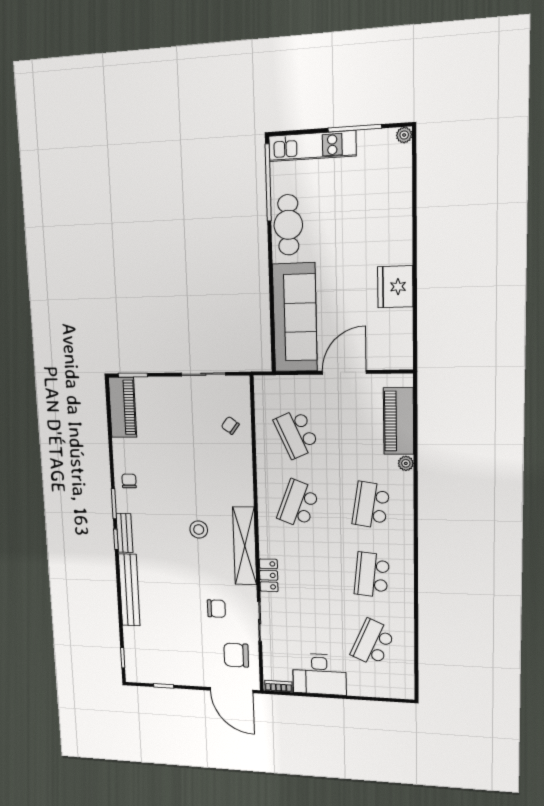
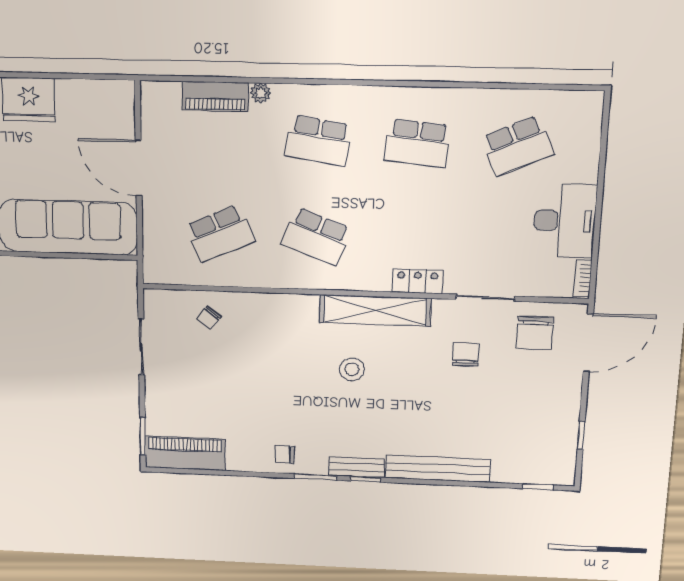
piano: (399, 421) -> (215, 96), width x0.73, depth x0.75
school desk: (373, 643) -> (518, 146), turned -48

